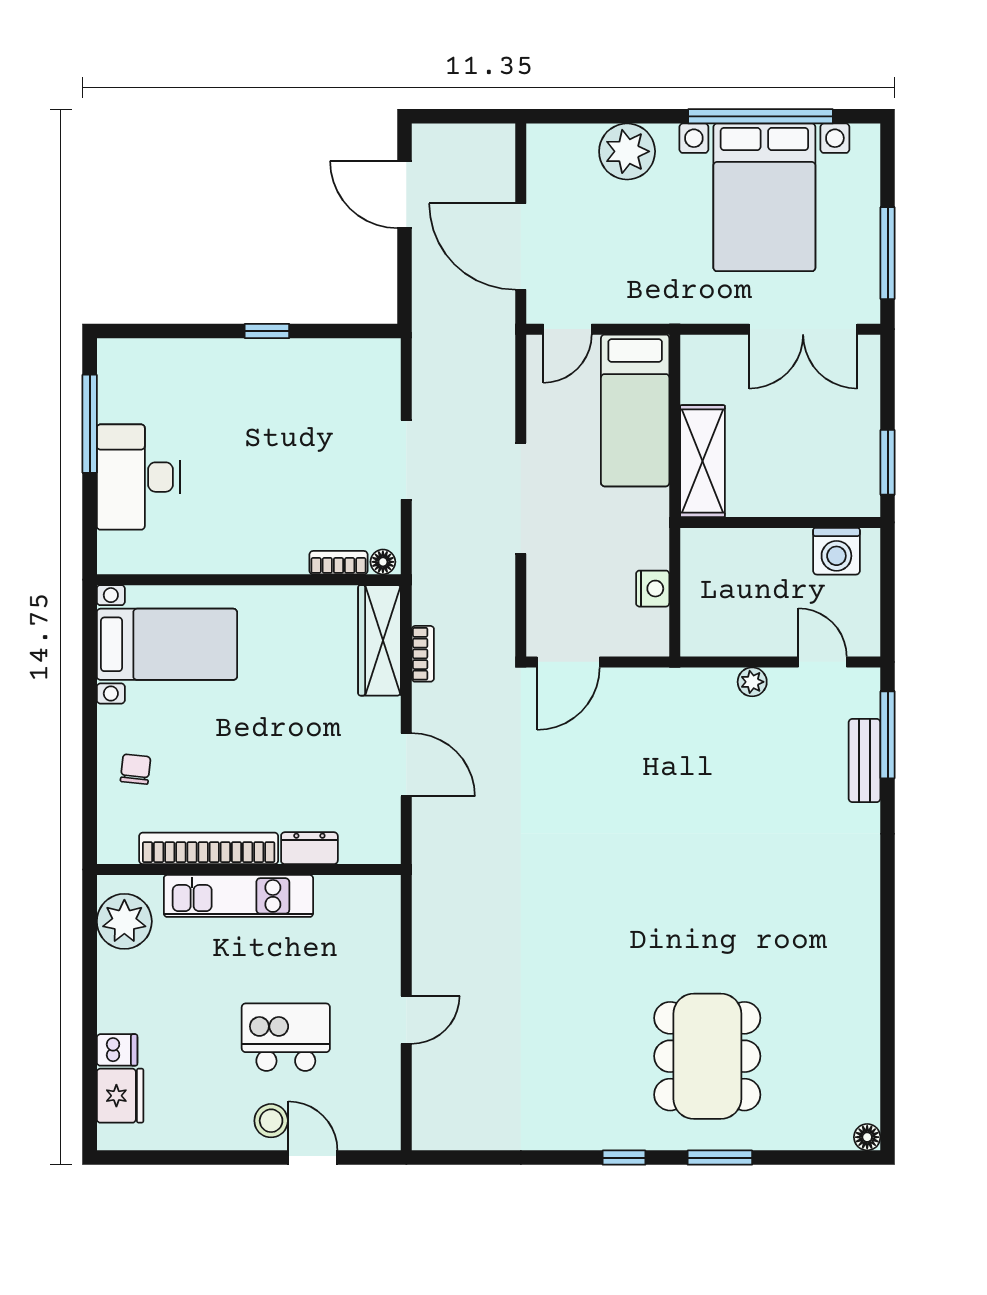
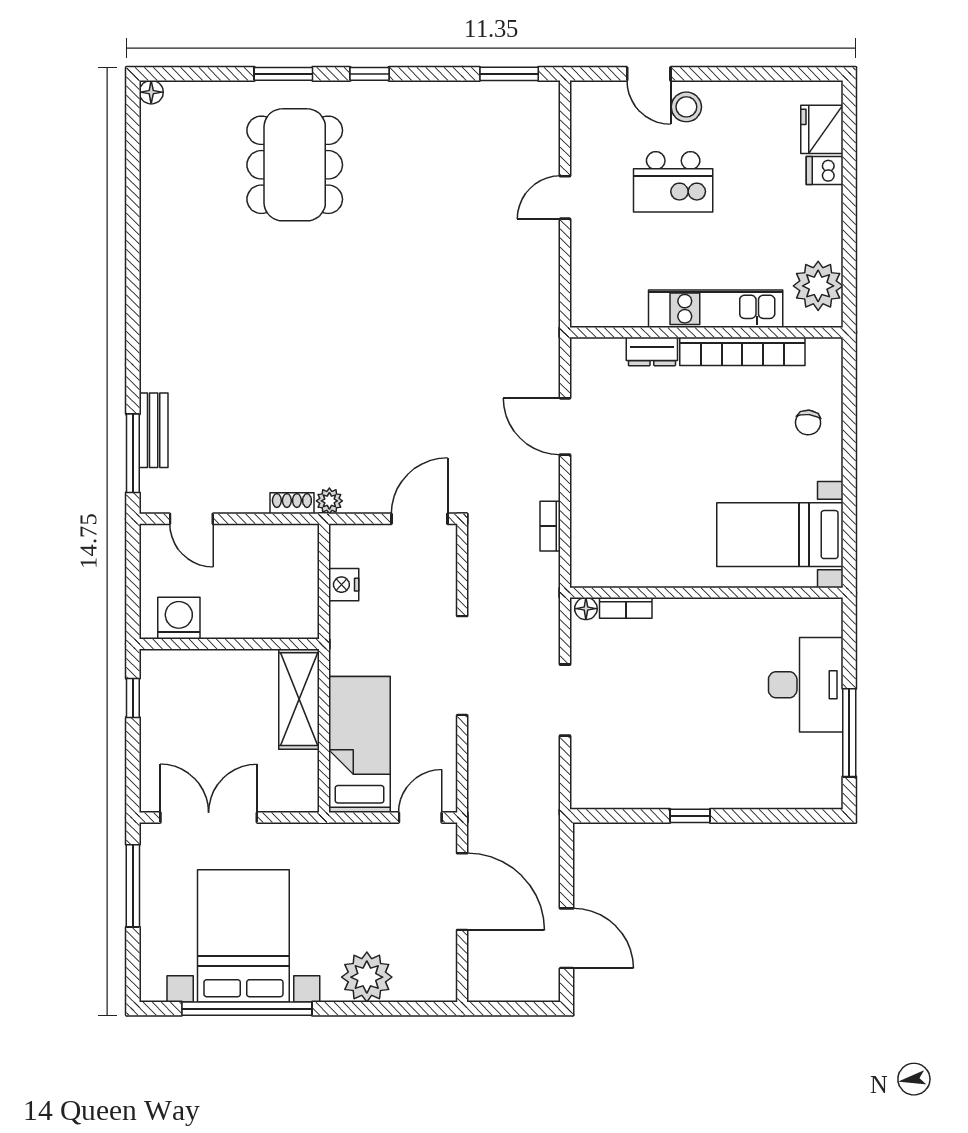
window: (888, 462) -> (133, 698), width x0.67
wardrobe: (380, 640) -> (589, 538), removed
shoe rack: (710, 679) -> (292, 503), added
plant: (752, 682) -> (329, 501), moved
window: (469, 1158) -> (509, 74), added

